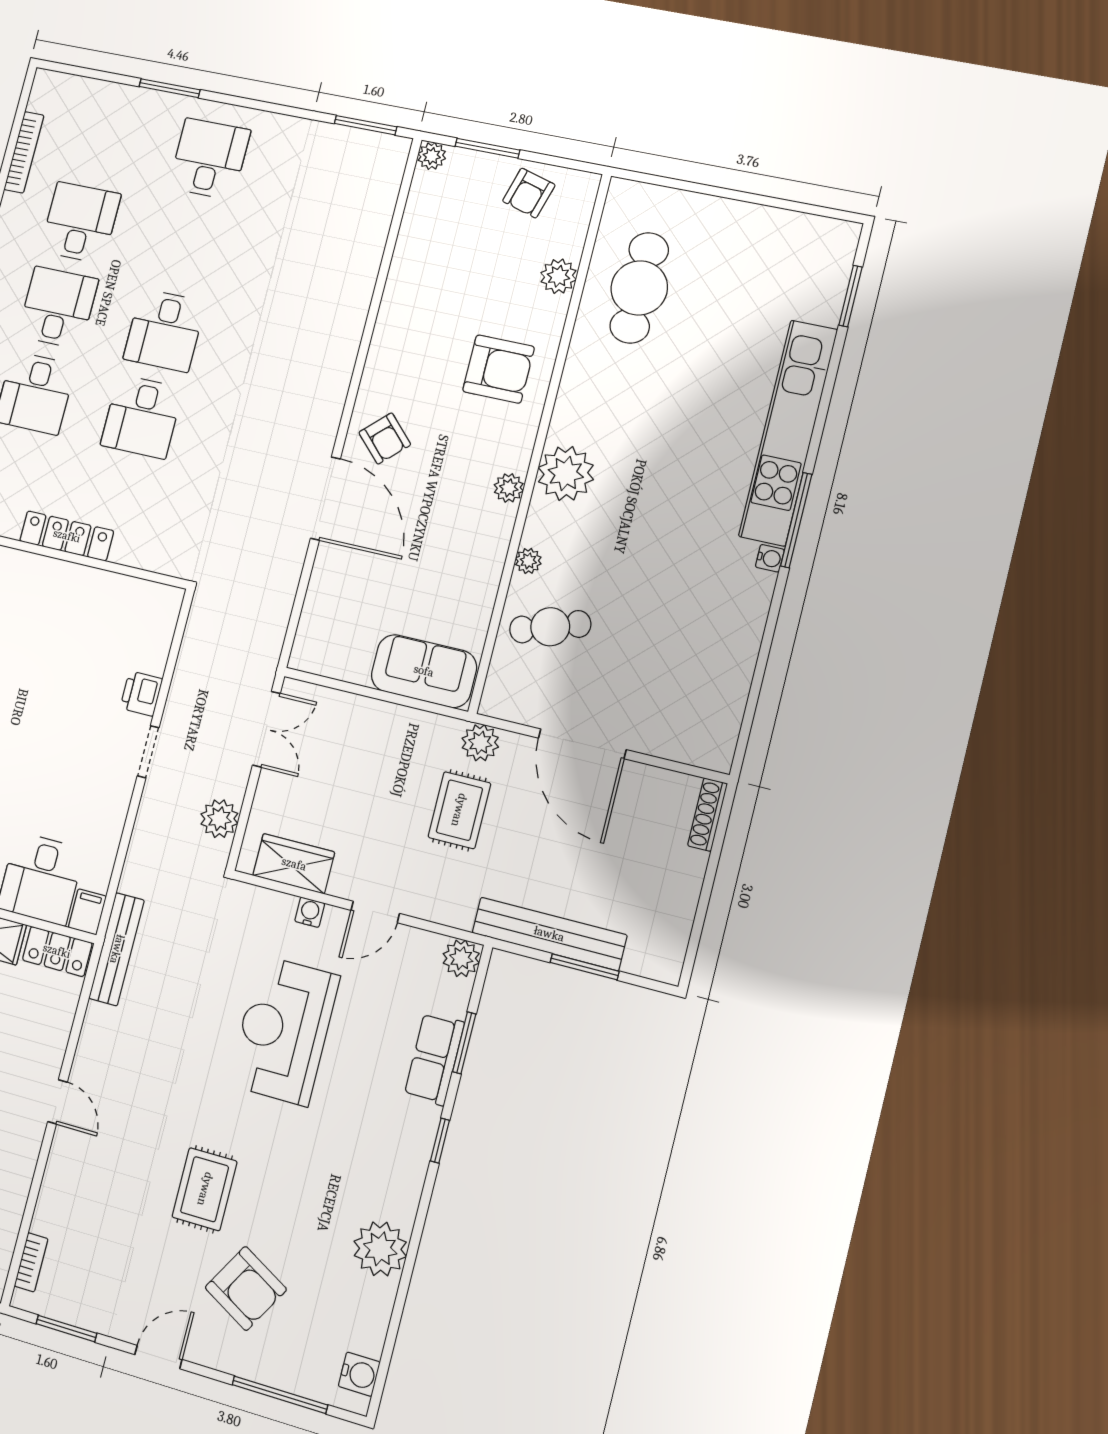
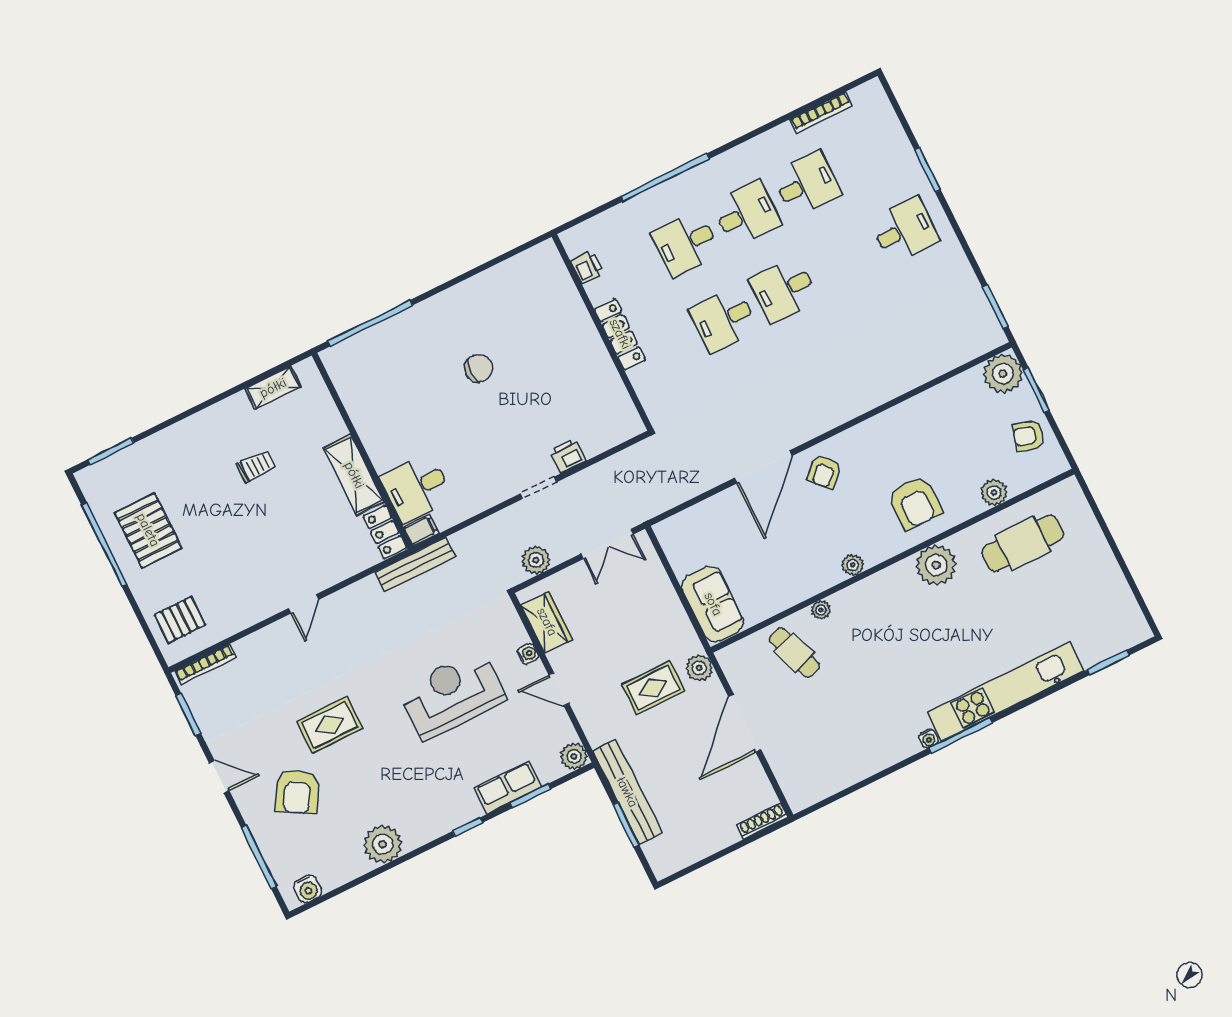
plant: (432, 156) -> (1003, 374), width x1.88, depth x1.88
plant: (566, 473) -> (936, 565), moved
bookcase: (31, 1262) -> (205, 665), width x1.56

